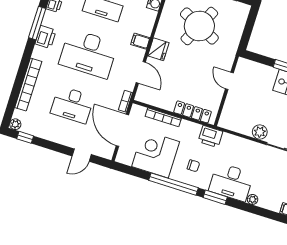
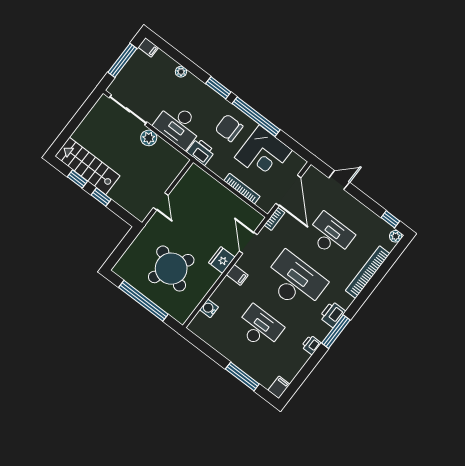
locker: (192, 112) -> (210, 183), removed
chair: (193, 166) -> (229, 128), width x1.87, depth x1.87
desk: (231, 182) -> (178, 125), moved, turned 180

